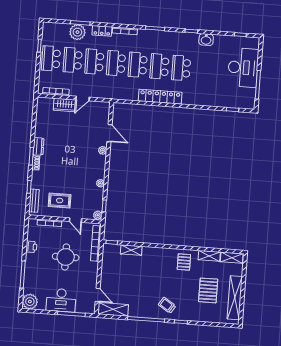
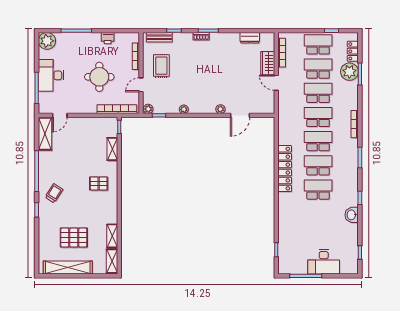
locker: (102, 31) -> (353, 51), moved
desk: (243, 68) -> (324, 262), width x0.73, depth x0.77
dresser: (38, 146) -> (250, 38), moved
pallet: (184, 262) -> (99, 184), moved

